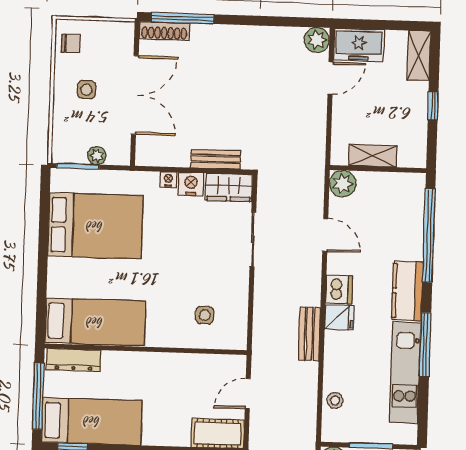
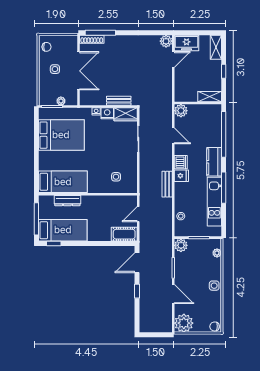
shelving: (373, 156) -> (210, 97), moved
dresser: (74, 360) -> (67, 201), moved

